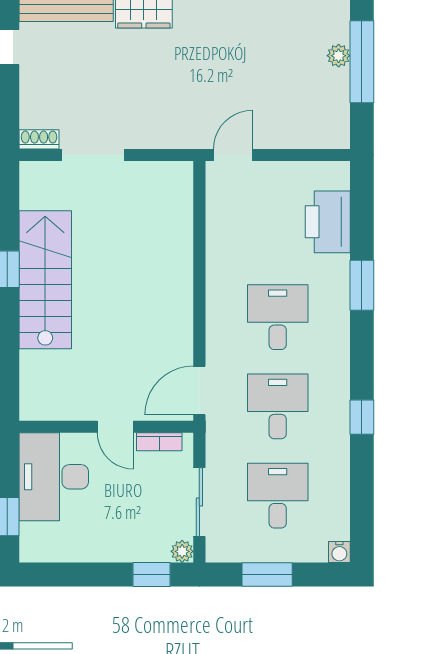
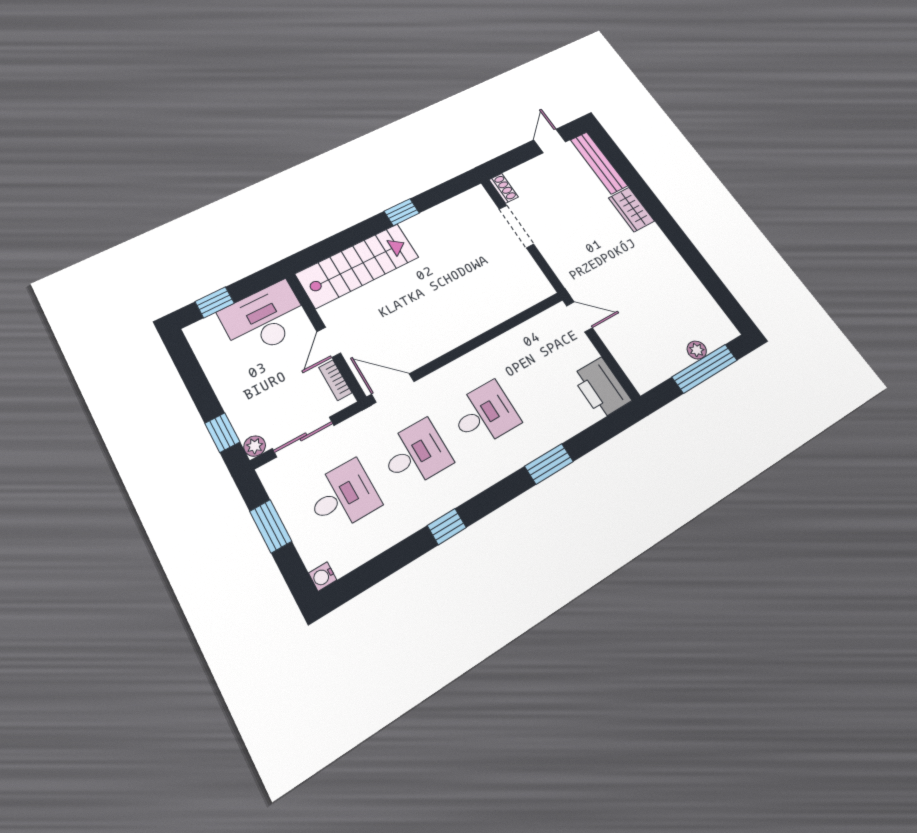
printer: (328, 222) -> (601, 388), moved, turned -90
stairs: (45, 280) -> (357, 265), moved

